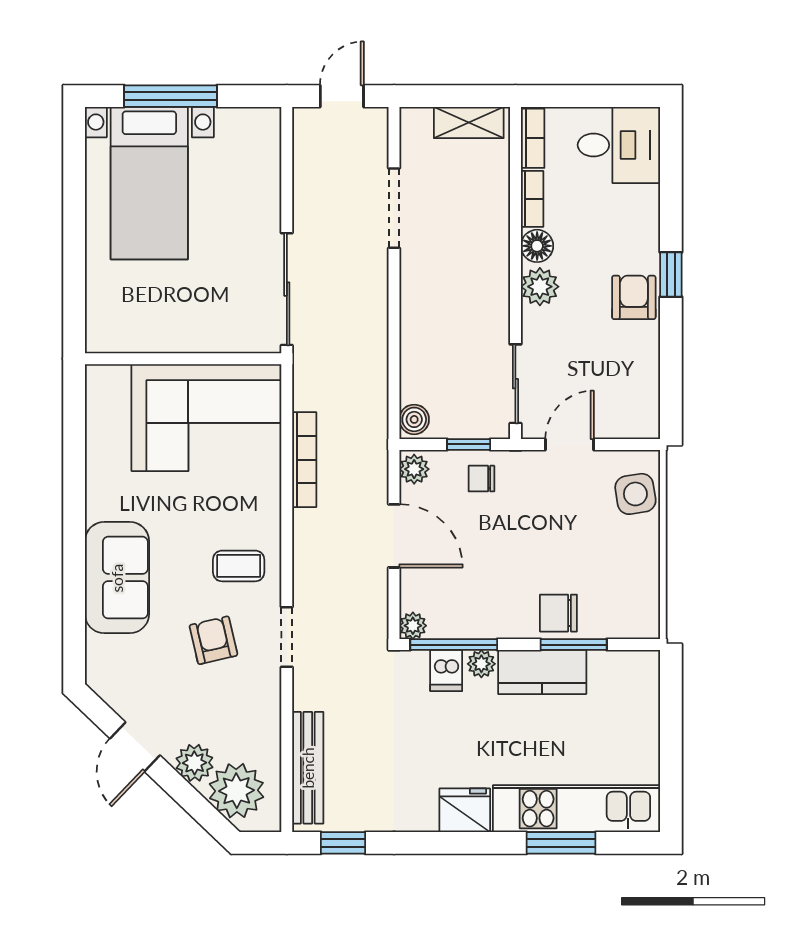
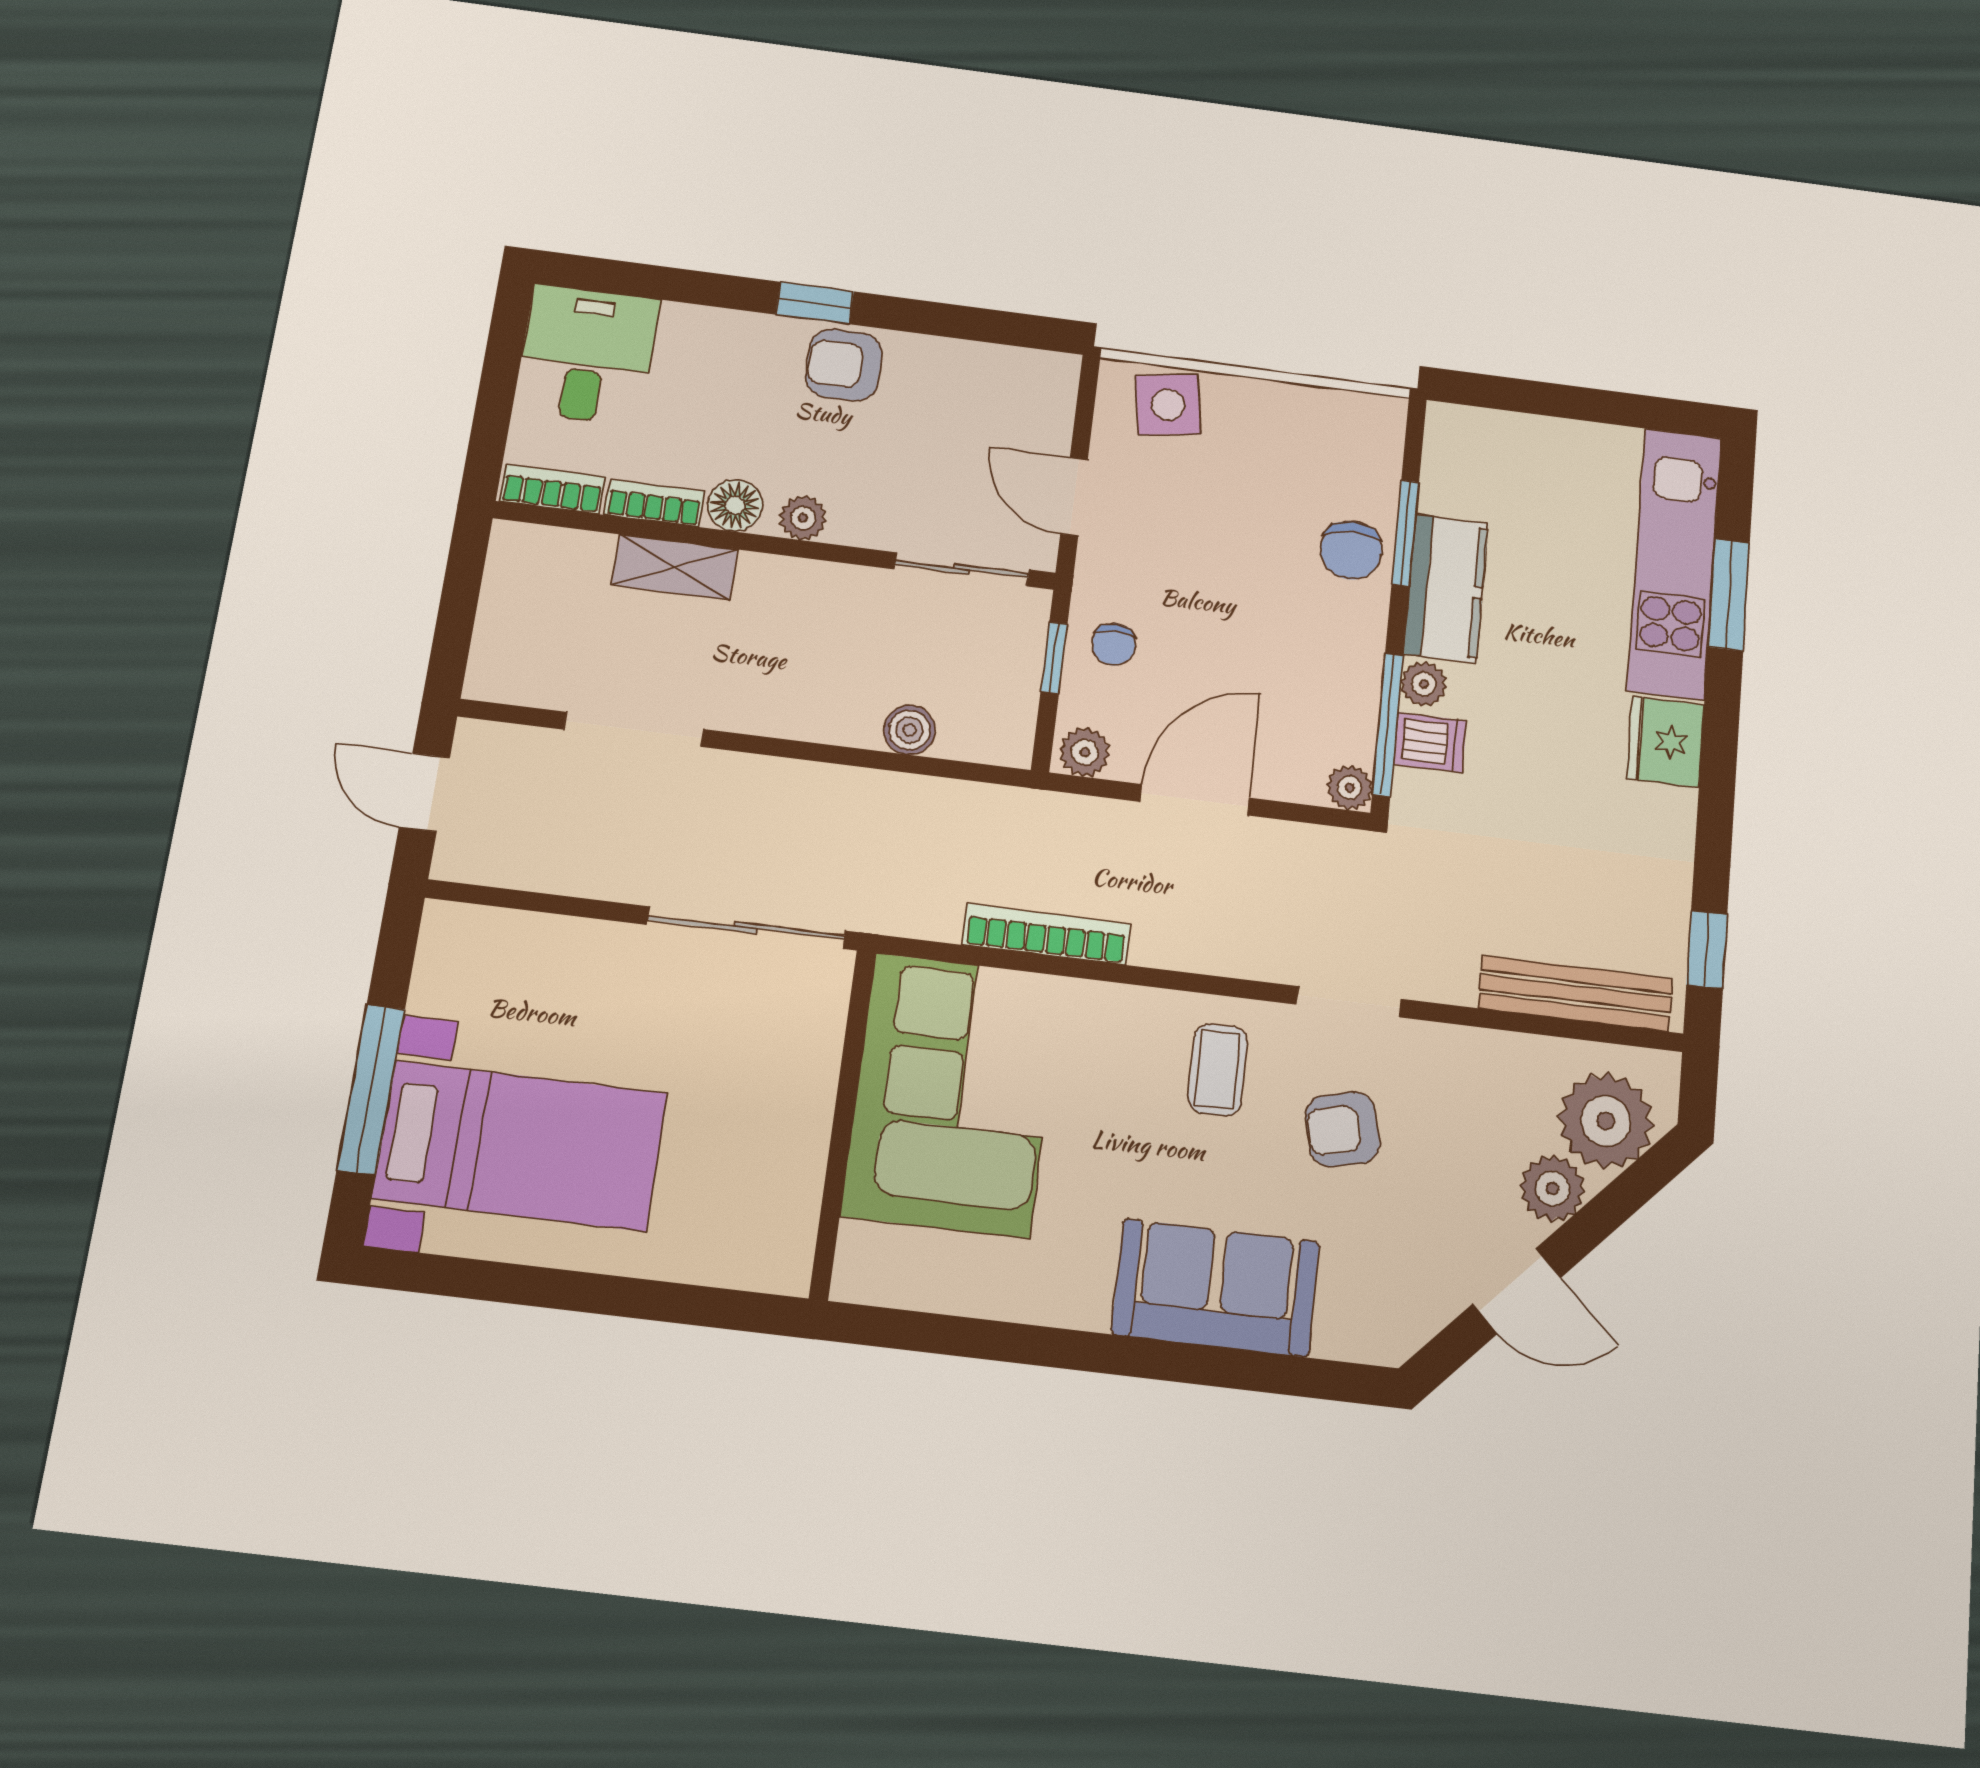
shelving: (469, 122) -> (675, 567), moved, turned 90
plant: (540, 287) -> (803, 518), width x0.73, depth x0.73
boiler: (414, 419) -> (909, 730), moved

